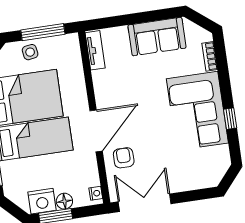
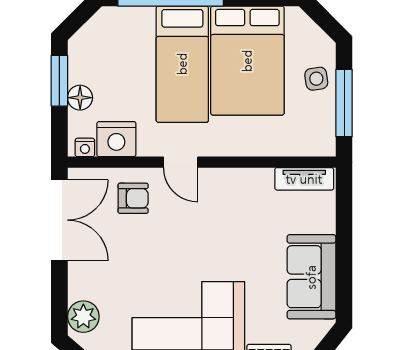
door: (96, 131) -> (181, 162), width x0.53
plant: (204, 178) -> (83, 317), added
nightstand: (42, 201) -> (116, 139), moved, turned -90

